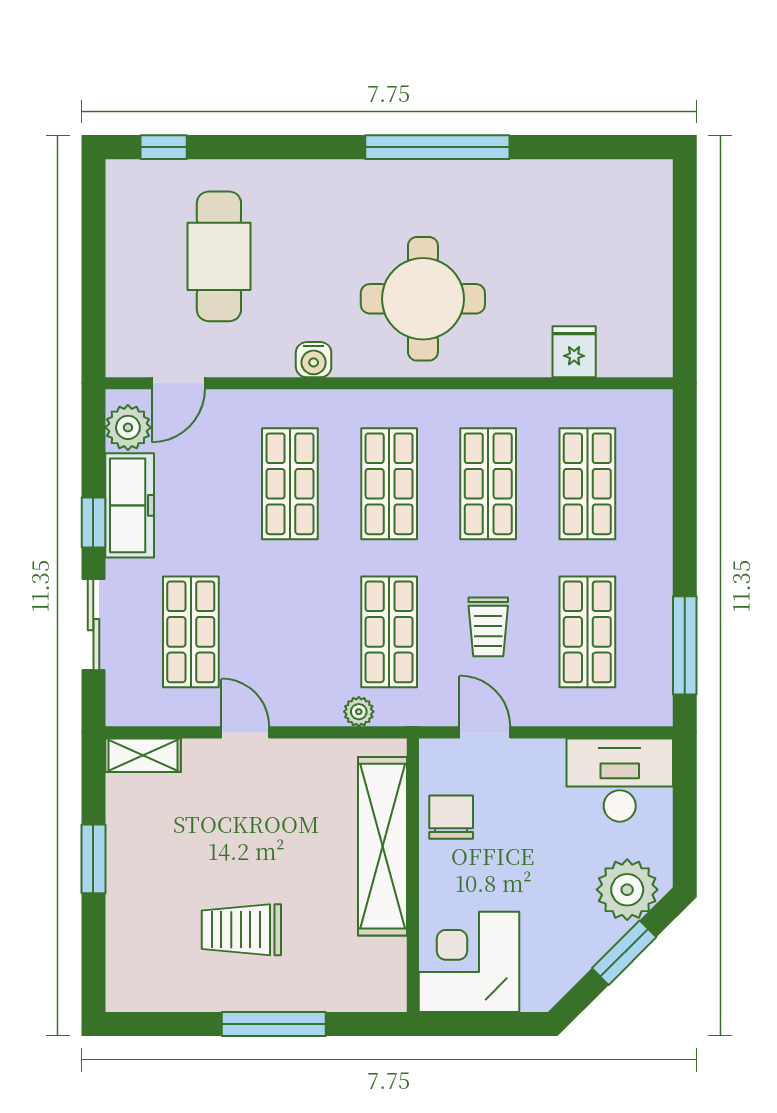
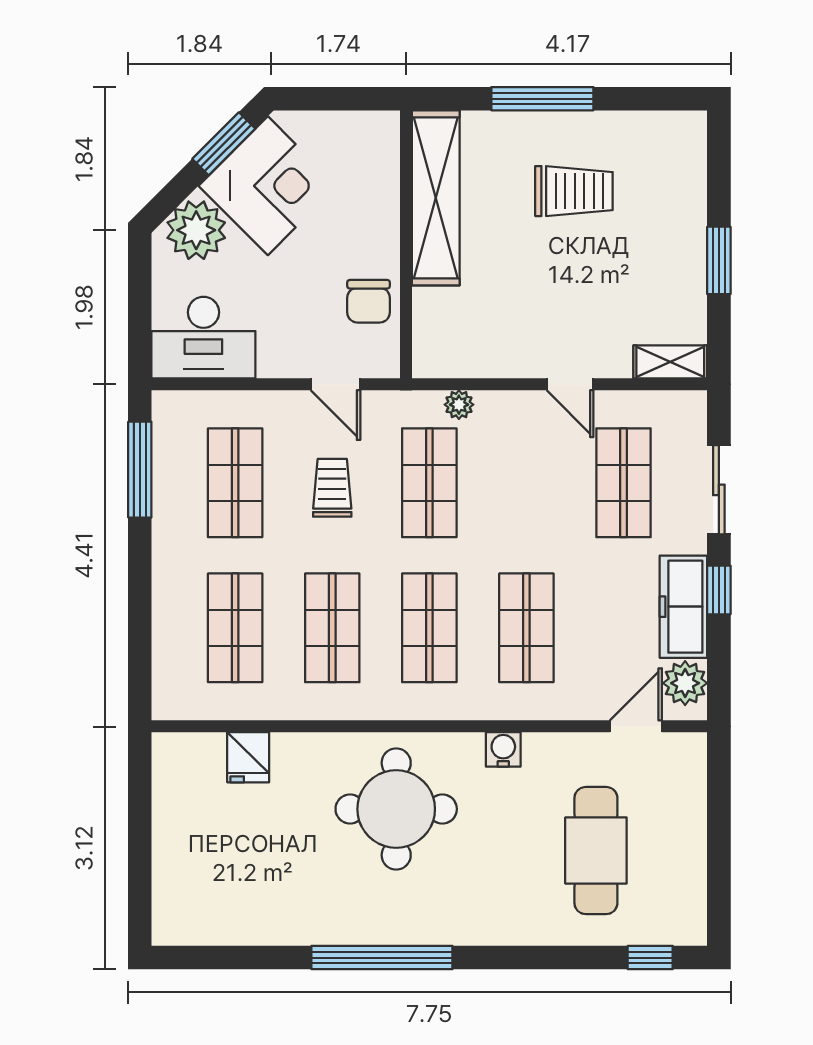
shelving: (383, 846) -> (436, 198), moved
window: (624, 953) -> (224, 144), moved
corner desk: (469, 962) -> (268, 186), moved, turned -45

